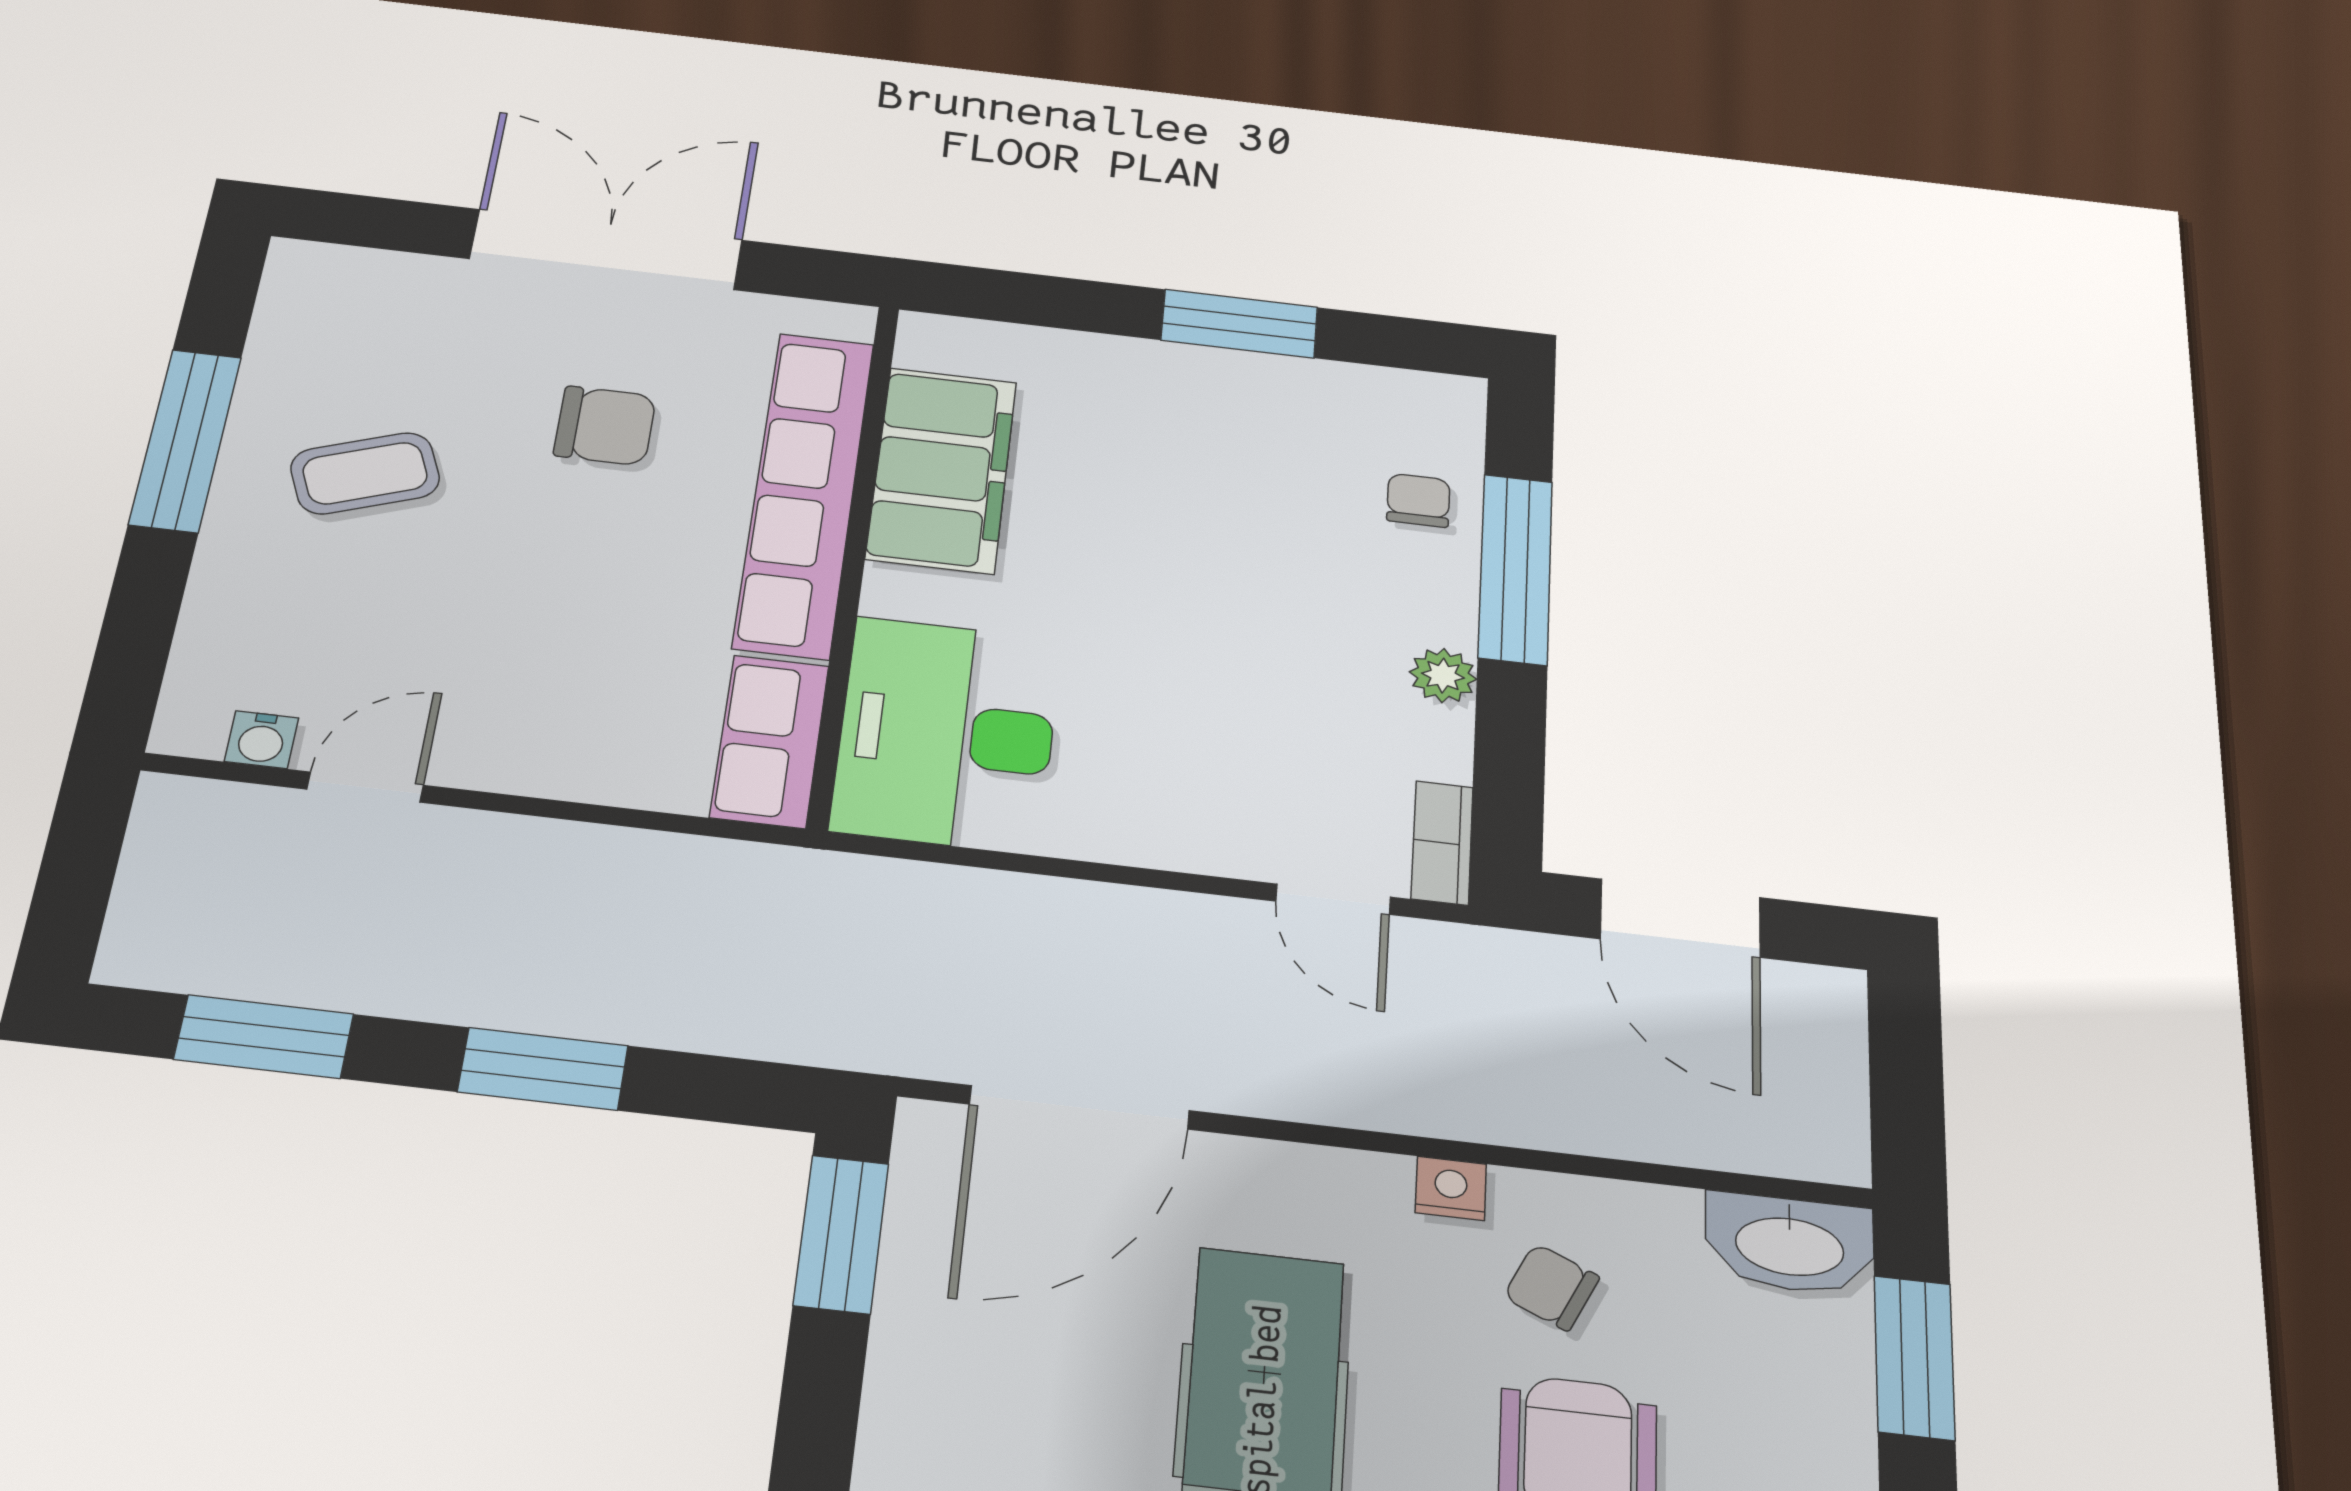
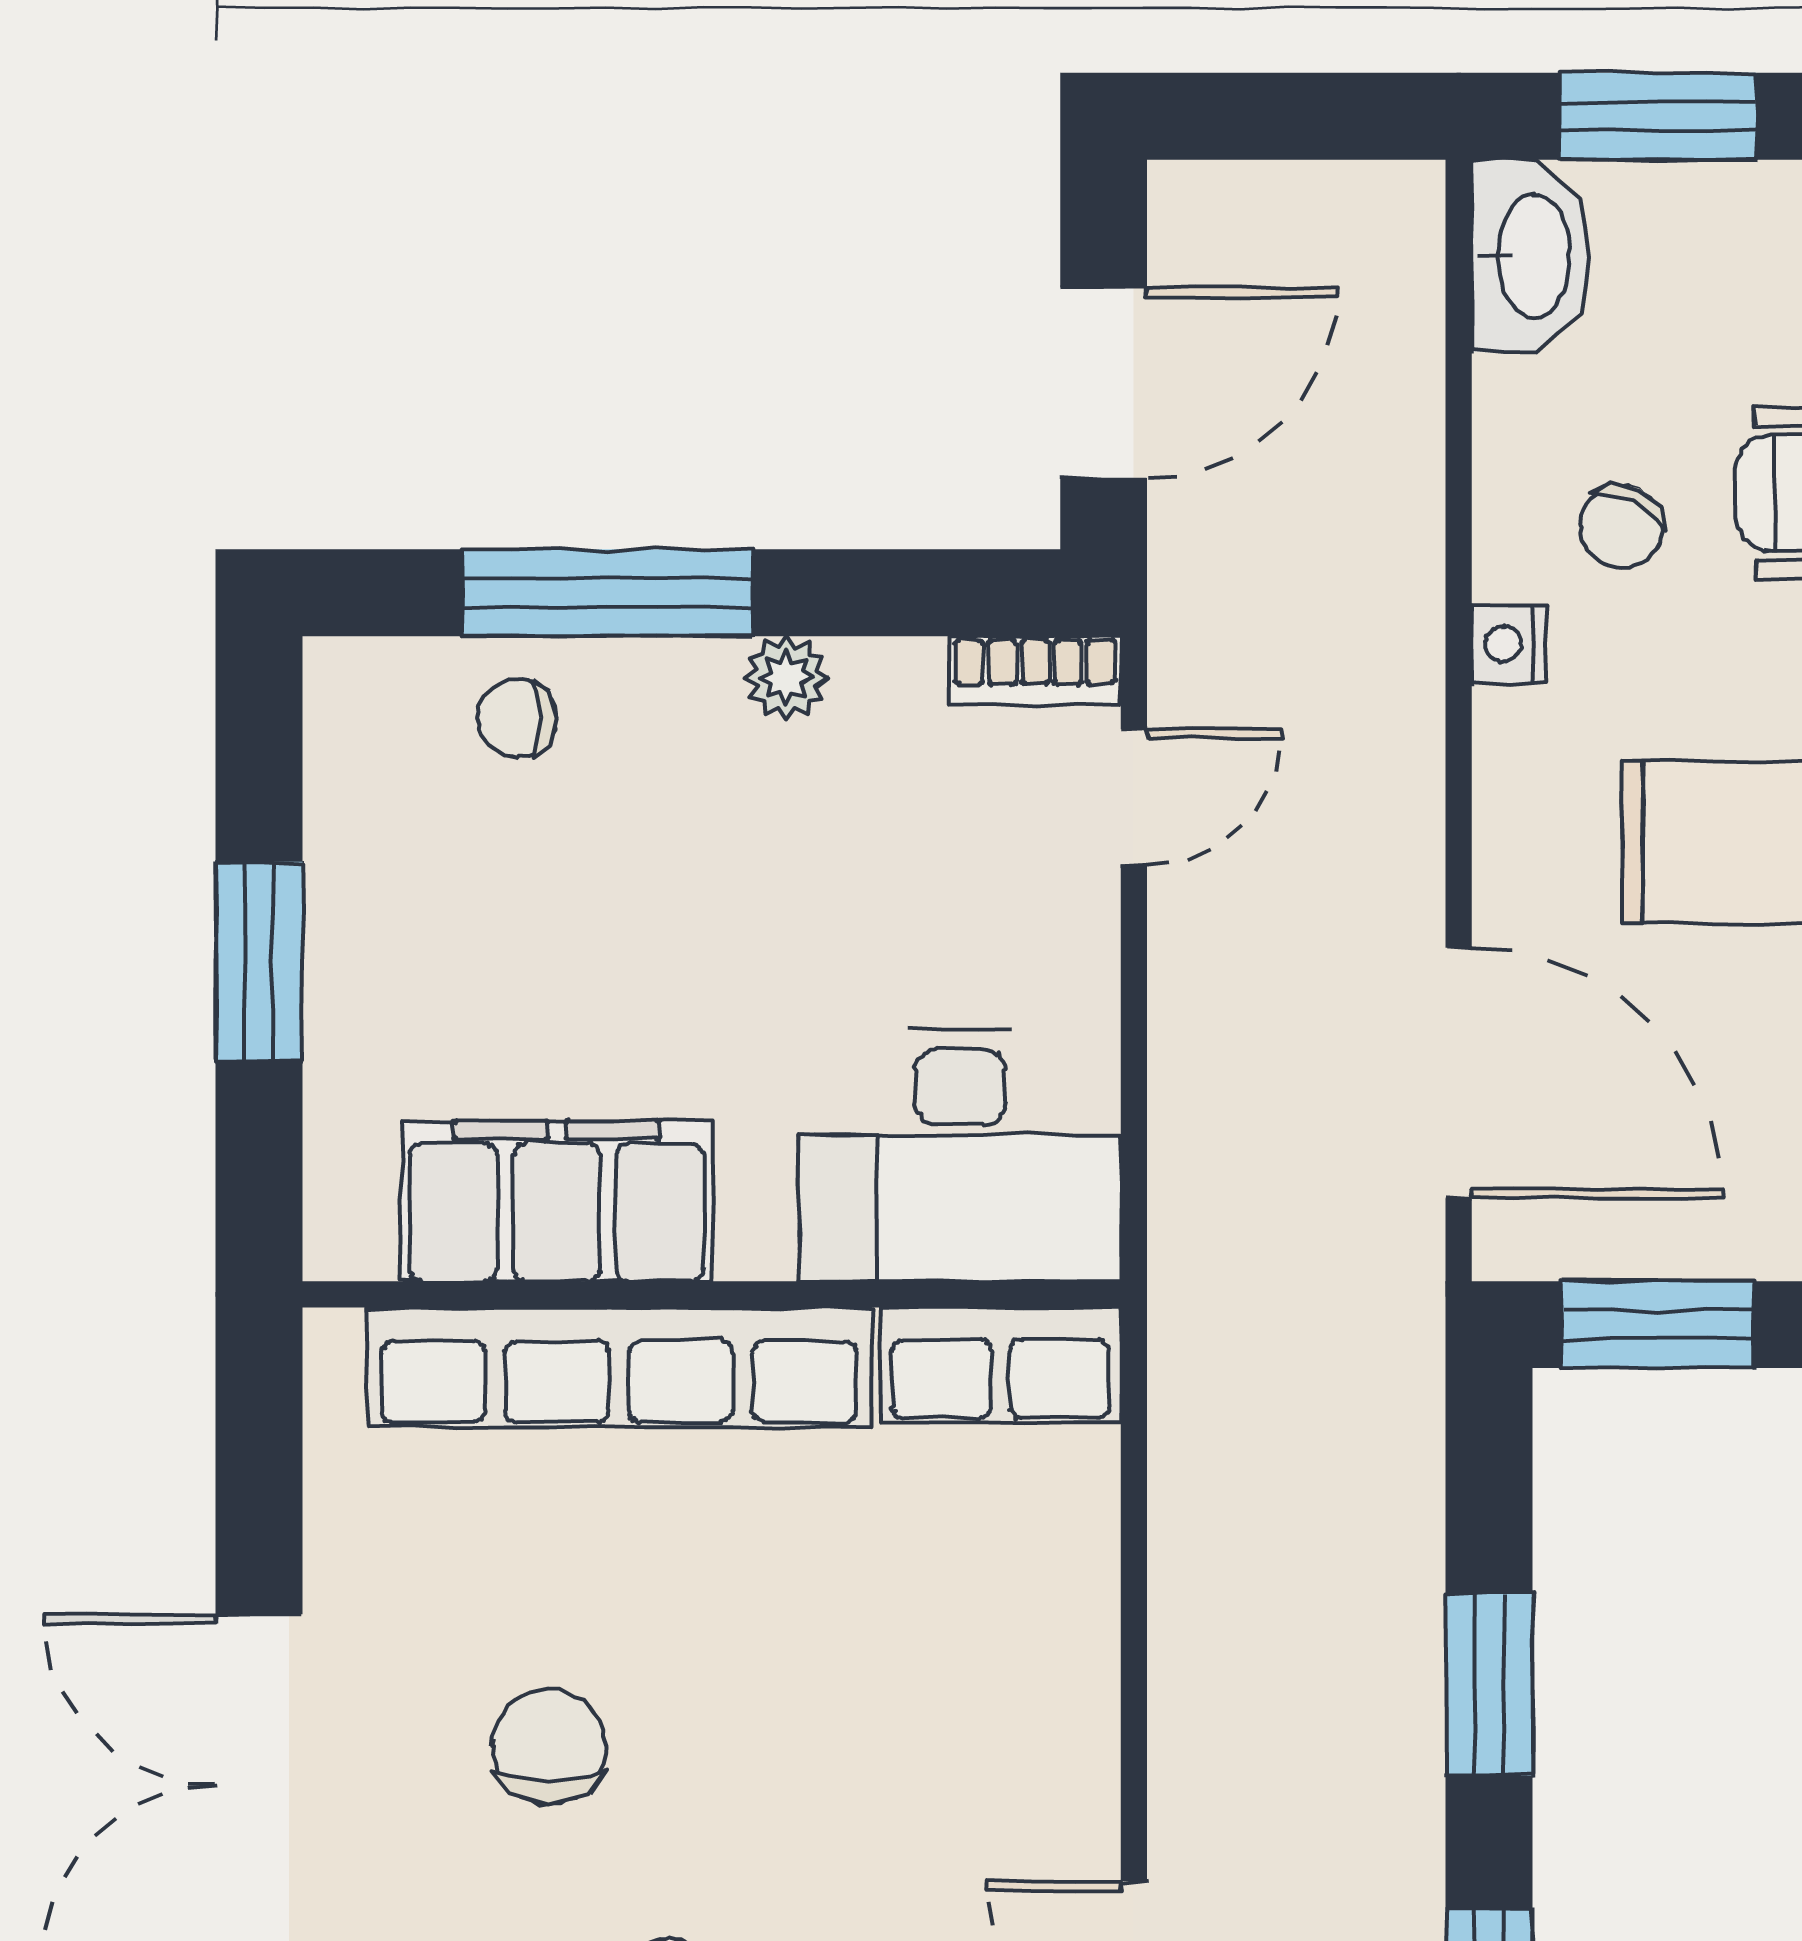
filing cabinet: (942, 470) -> (557, 1201), moved
row of seats: (804, 493) -> (619, 1367), moved
wall: (854, 558) -> (712, 1294), moved
desk: (947, 734) -> (960, 1155), moved
row of seats: (770, 741) -> (1001, 1365), moved

